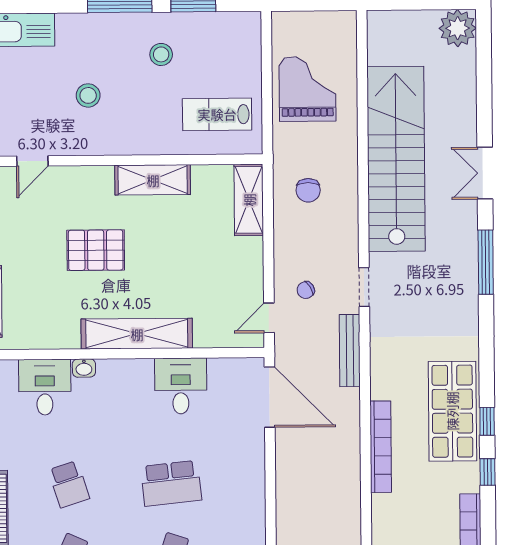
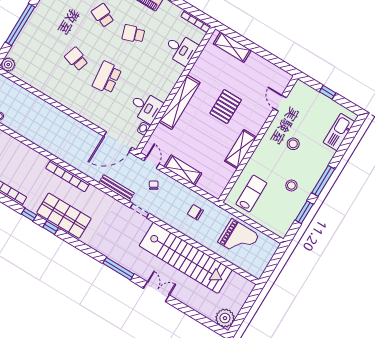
shelving: (249, 200) -> (183, 170), moved
washbasin: (84, 368) -> (144, 129), moved

